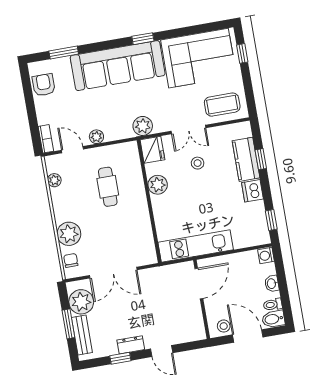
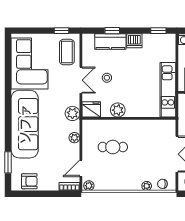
window: (143, 39) -> (8, 102), removed
window: (242, 53) -> (62, 31), moved
armchair: (44, 85) -> (29, 181), turned 180
plant: (96, 137) -> (74, 138), moved
plant: (54, 180) -> (89, 186), moved
plant: (69, 234) -> (147, 186), width x0.53, depth x0.53

